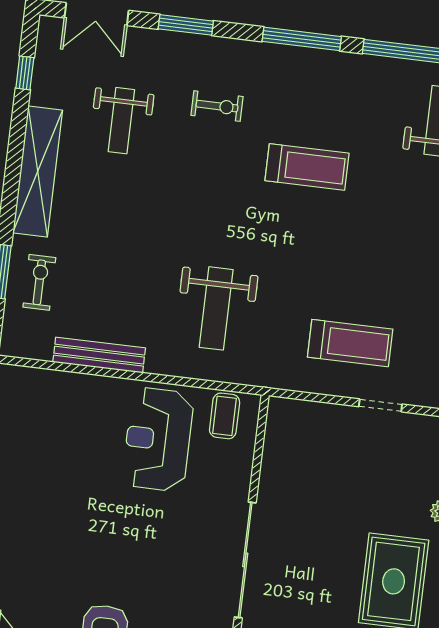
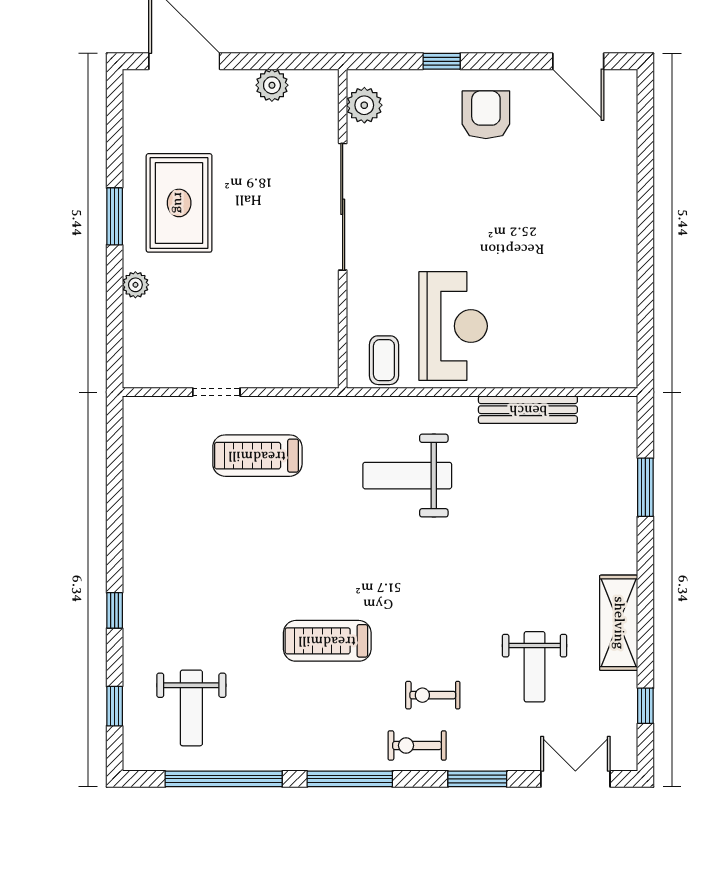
weight bench: (121, 121) -> (535, 667), turned 180
shelving: (38, 172) -> (619, 623), width x0.68
exercise bike: (39, 282) -> (417, 745), moved, turned 90
weight bench: (216, 308) -> (407, 476), turned -90

